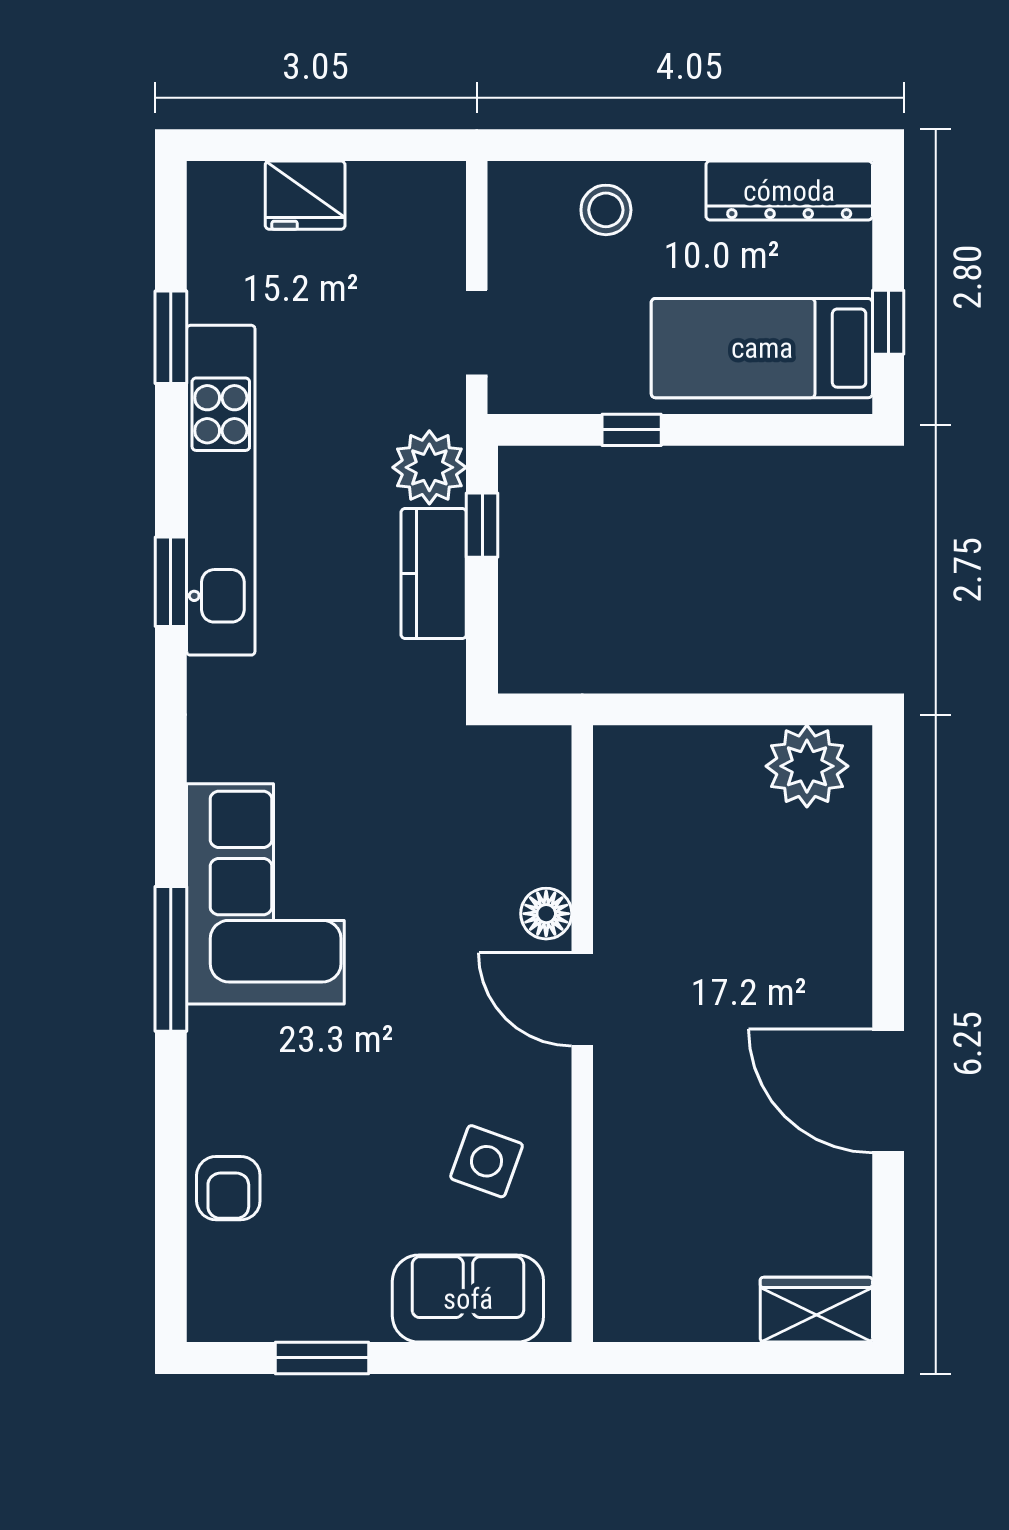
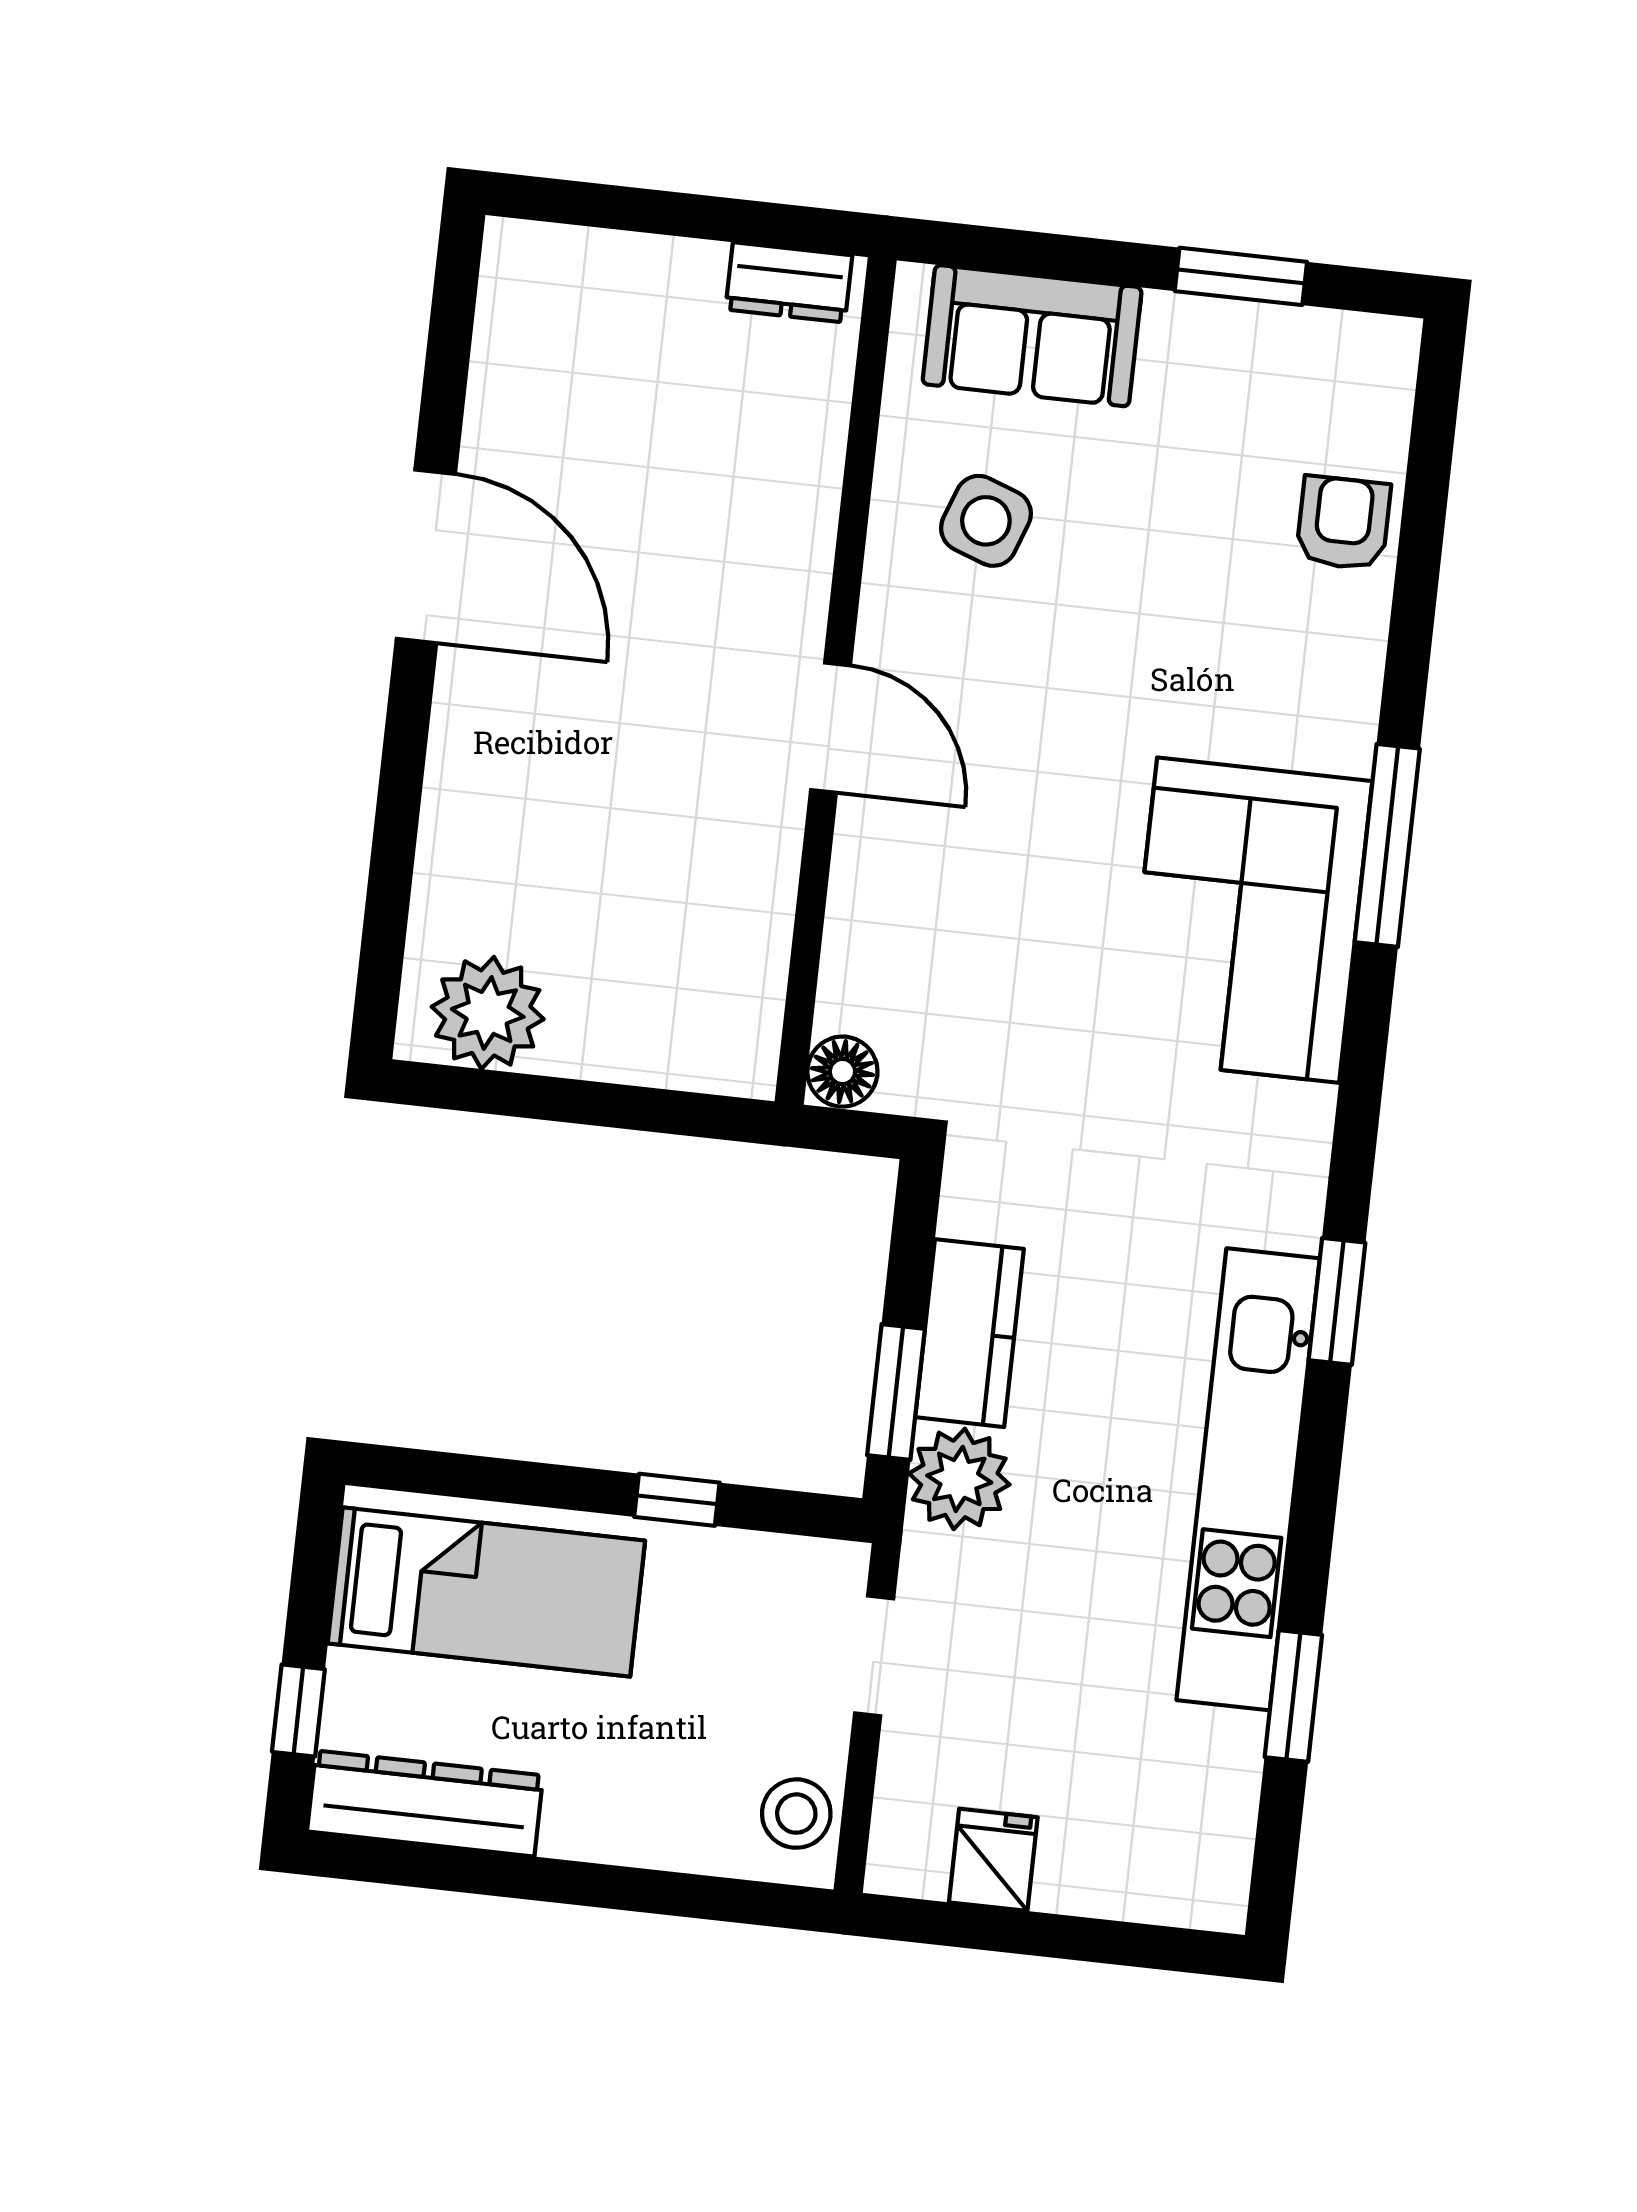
fridge: (305, 195) -> (993, 1860), moved, width x0.72
stool: (606, 210) -> (796, 1814), moved
window: (888, 322) -> (298, 1711), moved
window: (482, 525) -> (896, 1392), width x1.50
window: (171, 582) -> (1337, 1301), moved
floor lamp: (546, 914) -> (842, 1072), moved
wardrobe: (816, 1310) -> (557, 268), removed
dresser: (648, 1318) -> (789, 282), added

